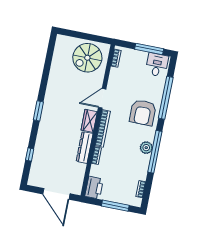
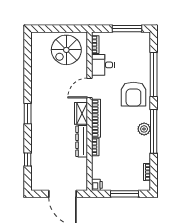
desk: (157, 65) -> (103, 65), moved, turned -90
printer: (94, 188) -> (97, 185), width x0.53, depth x0.68

